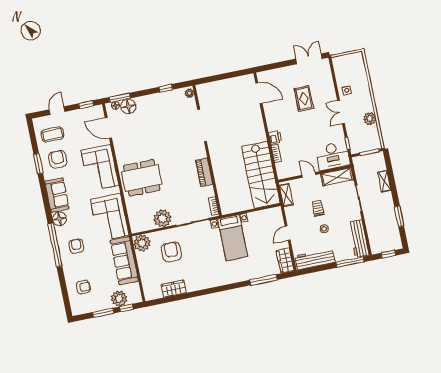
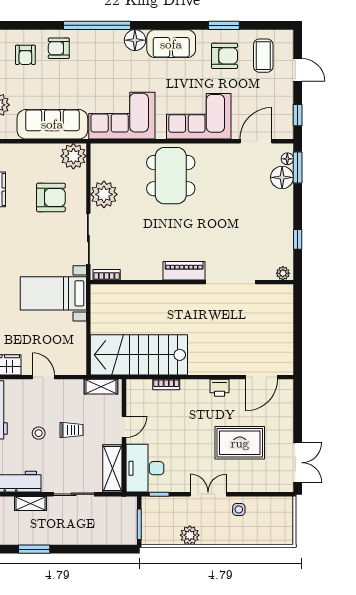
rug: (304, 99) -> (240, 443), width x1.36, depth x1.43
printer: (275, 137) -> (220, 388), moved
piano: (204, 172) -> (184, 271), moved
shelving: (384, 181) -> (31, 503), moved
armchair: (76, 246) -> (59, 48), moved, turned 180

